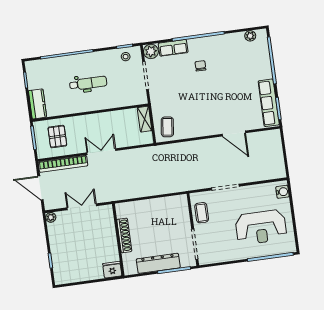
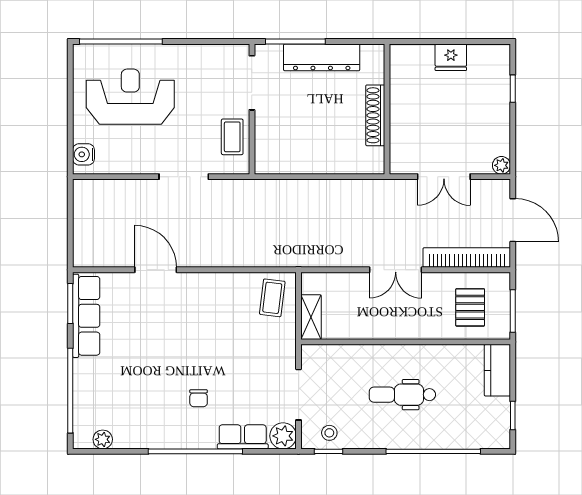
fridge: (112, 270) -> (451, 57), moved

